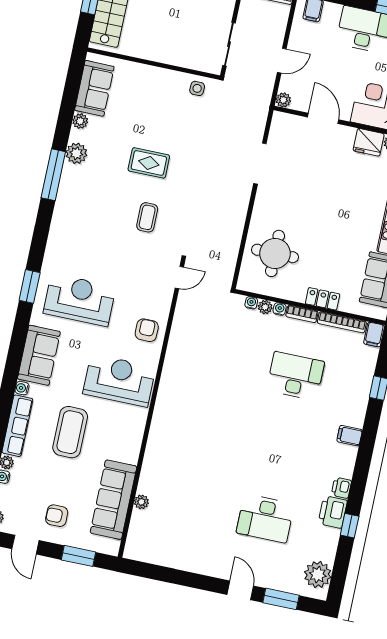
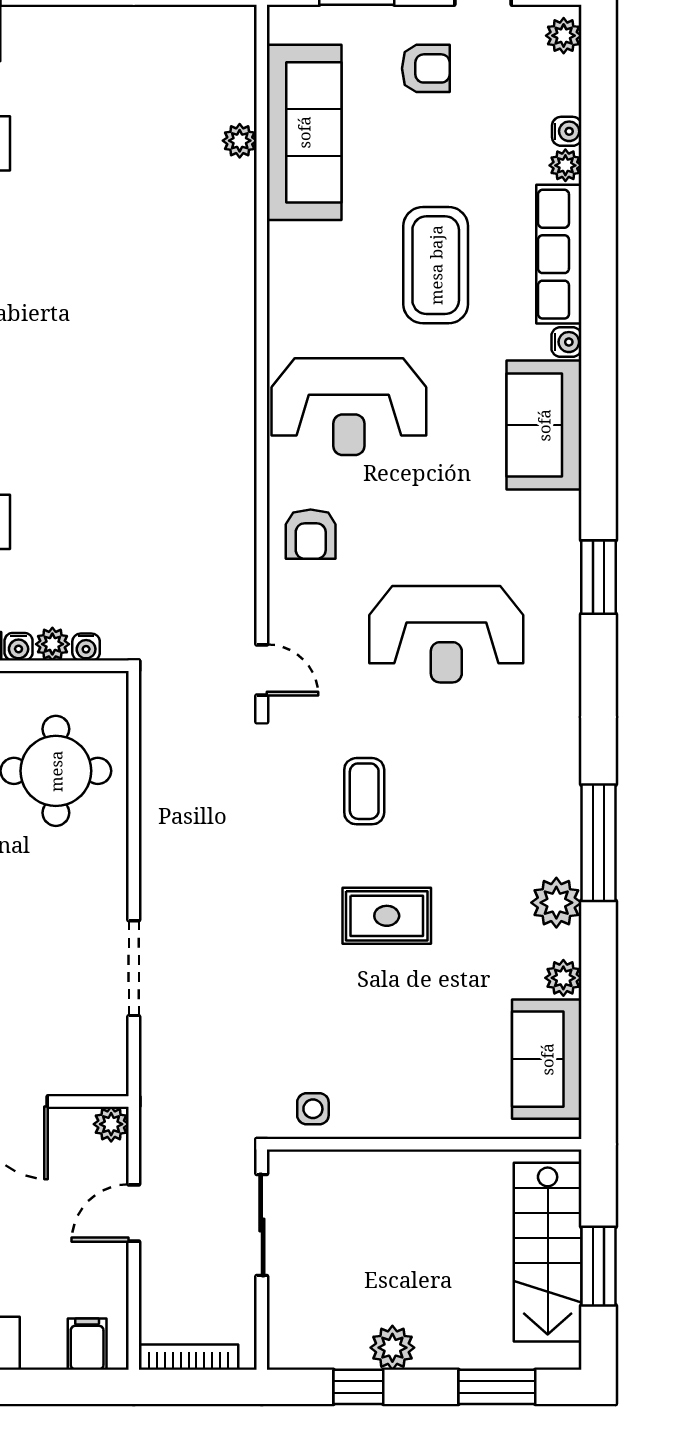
door: (179, 277) -> (262, 670), swing flipped
reception desk: (80, 300) -> (446, 634), moved

